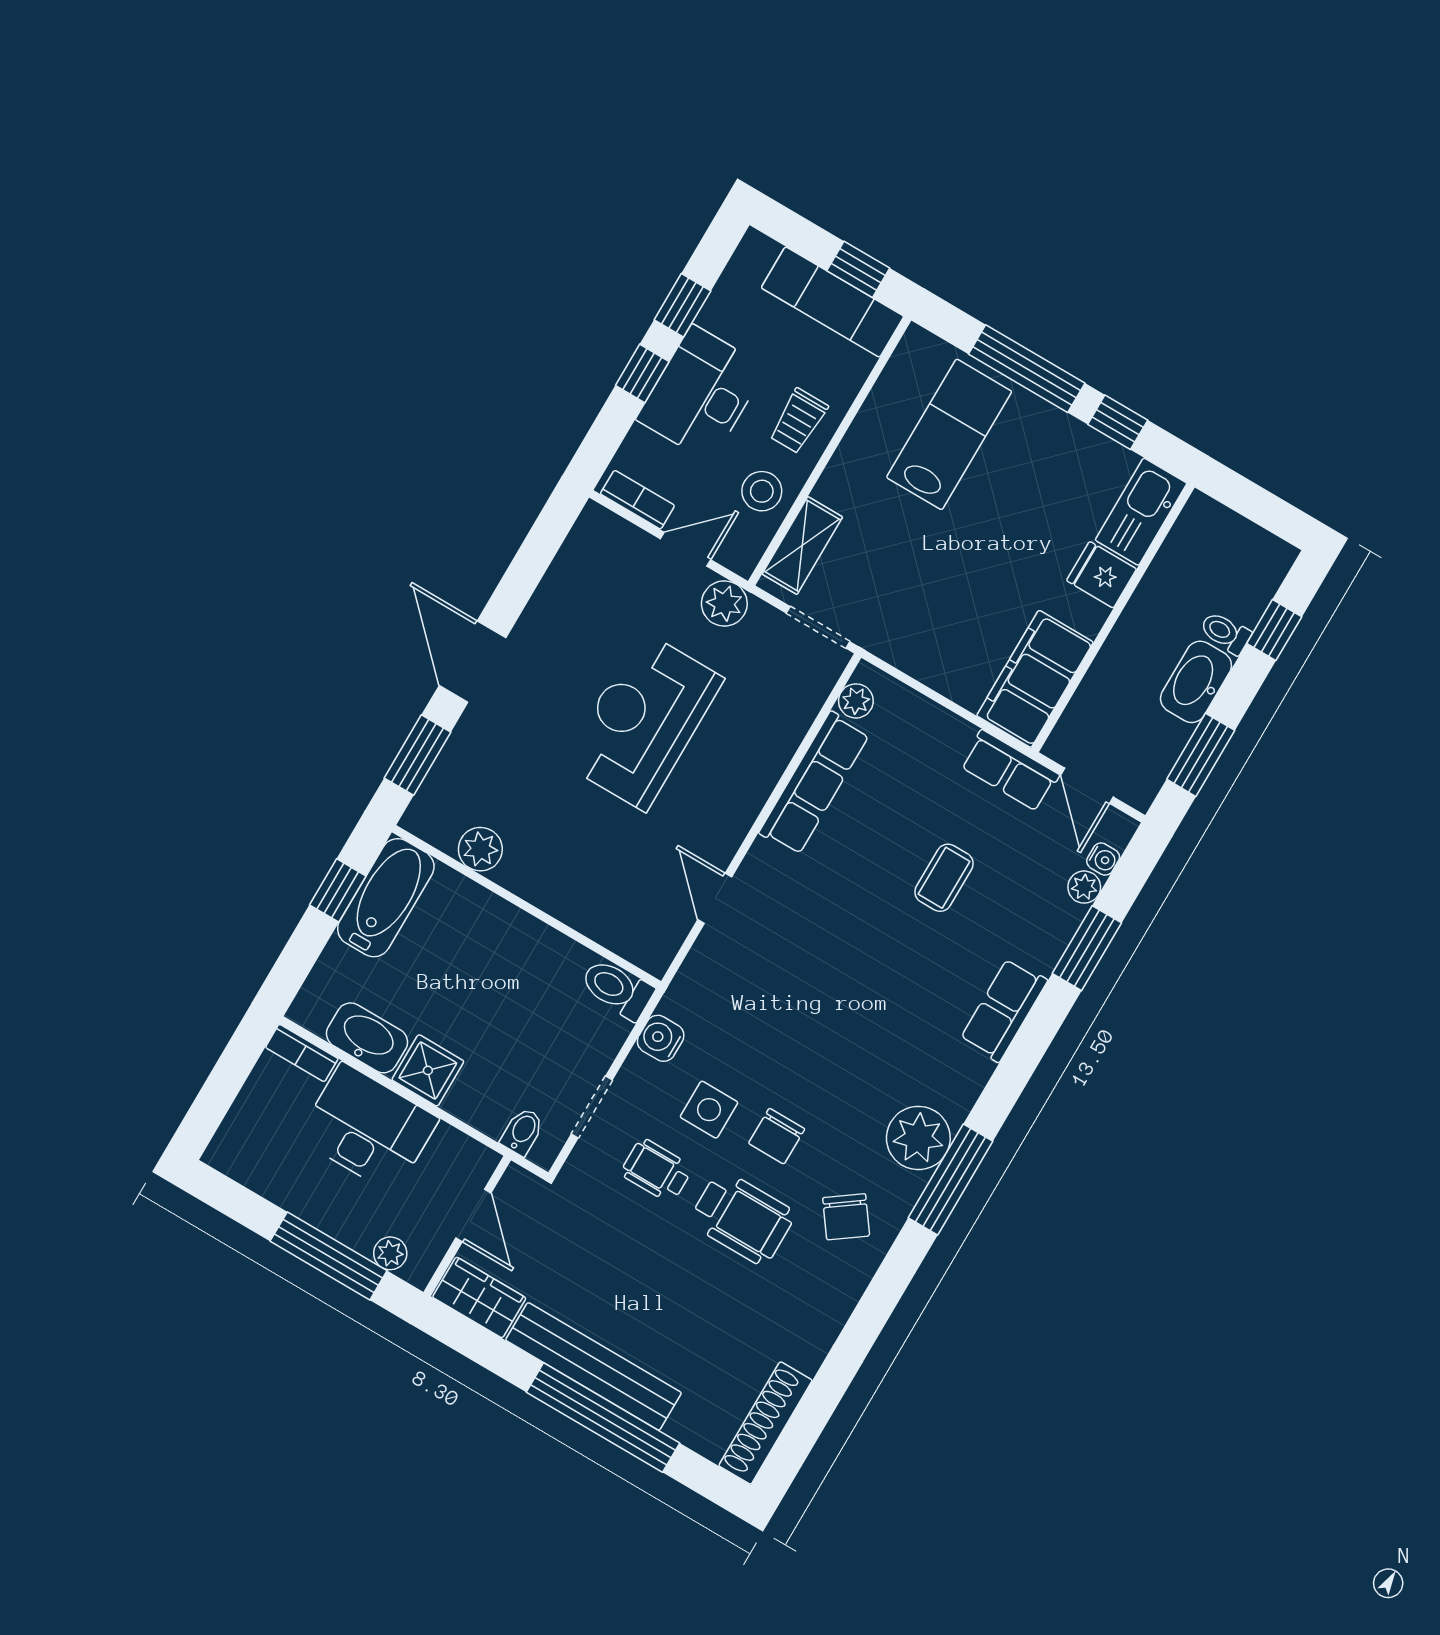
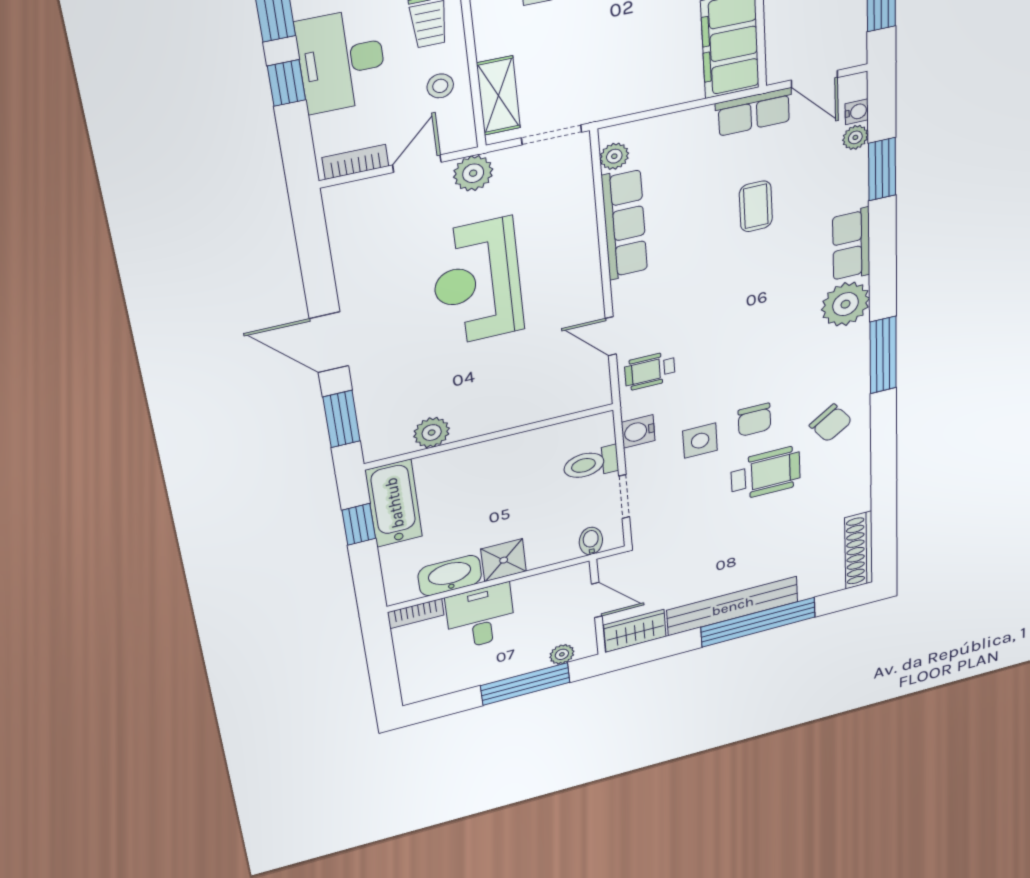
stool: (762, 491) -> (440, 86), width x0.73, depth x0.73
toilet: (617, 989) -> (591, 464), moved
desk: (368, 1128) -> (481, 617), width x0.73
plant: (918, 1138) -> (846, 304), moved
wheelchair: (656, 1170) -> (650, 371), moved

